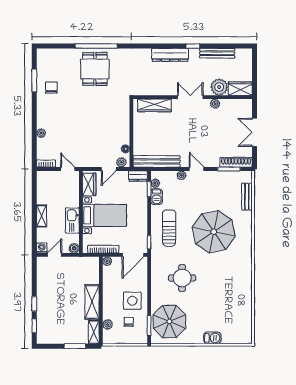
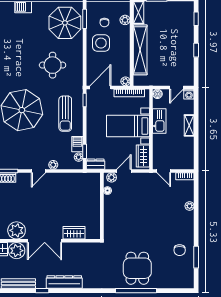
double door: (190, 97) -> (45, 241), width x1.37
plant: (215, 104) -> (17, 230), width x1.87, depth x1.87
wardrobe: (154, 105) -> (74, 233), width x0.67
bench: (157, 161) -> (77, 178), removed
door: (197, 169) -> (38, 171), hinge flipped
shelving: (92, 302) -> (140, 50), width x1.47
window: (34, 304) -> (196, 50), moved

